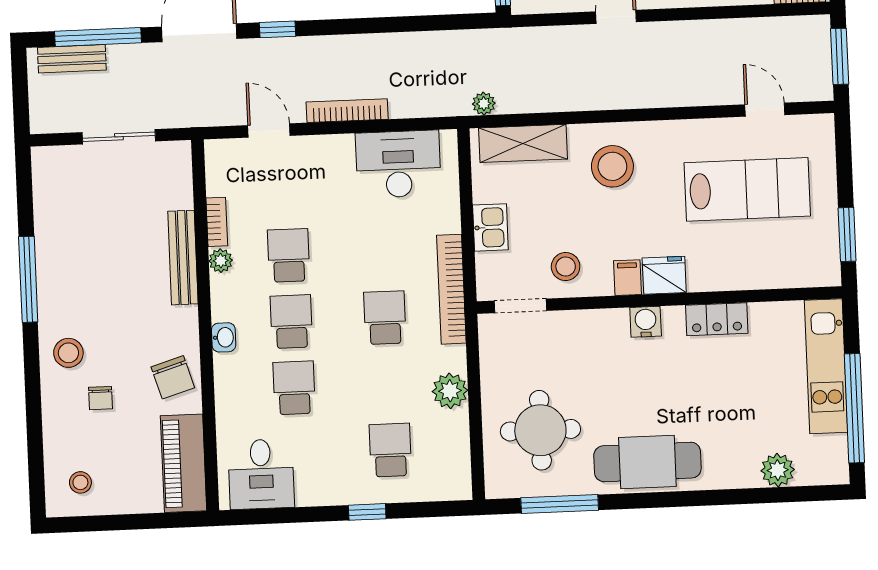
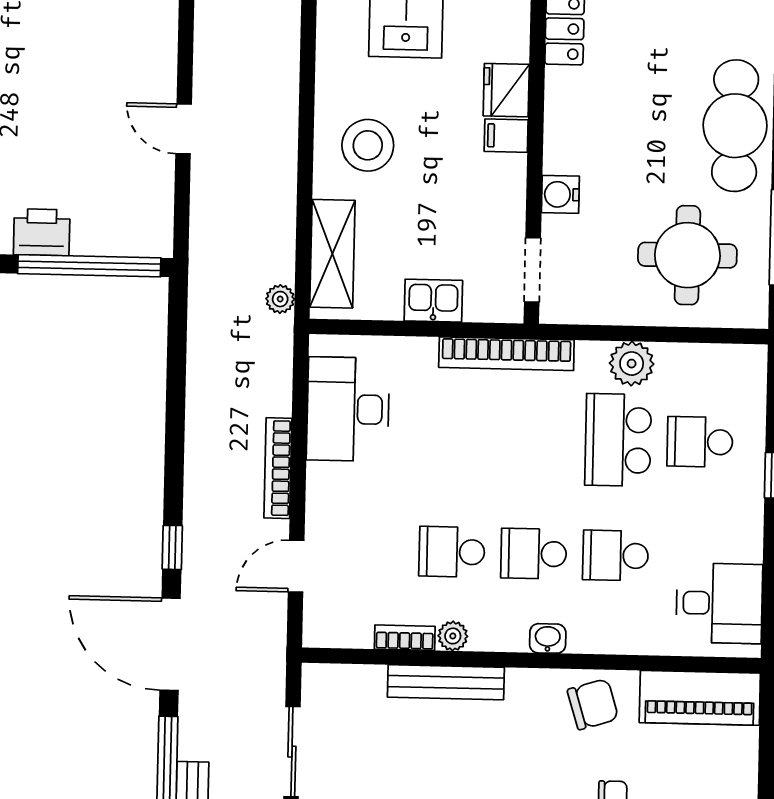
stool: (566, 267) -> (488, 211), removed
school desk: (385, 318) -> (618, 440), moved, width x1.85
water cooler: (646, 322) -> (560, 194), moved

